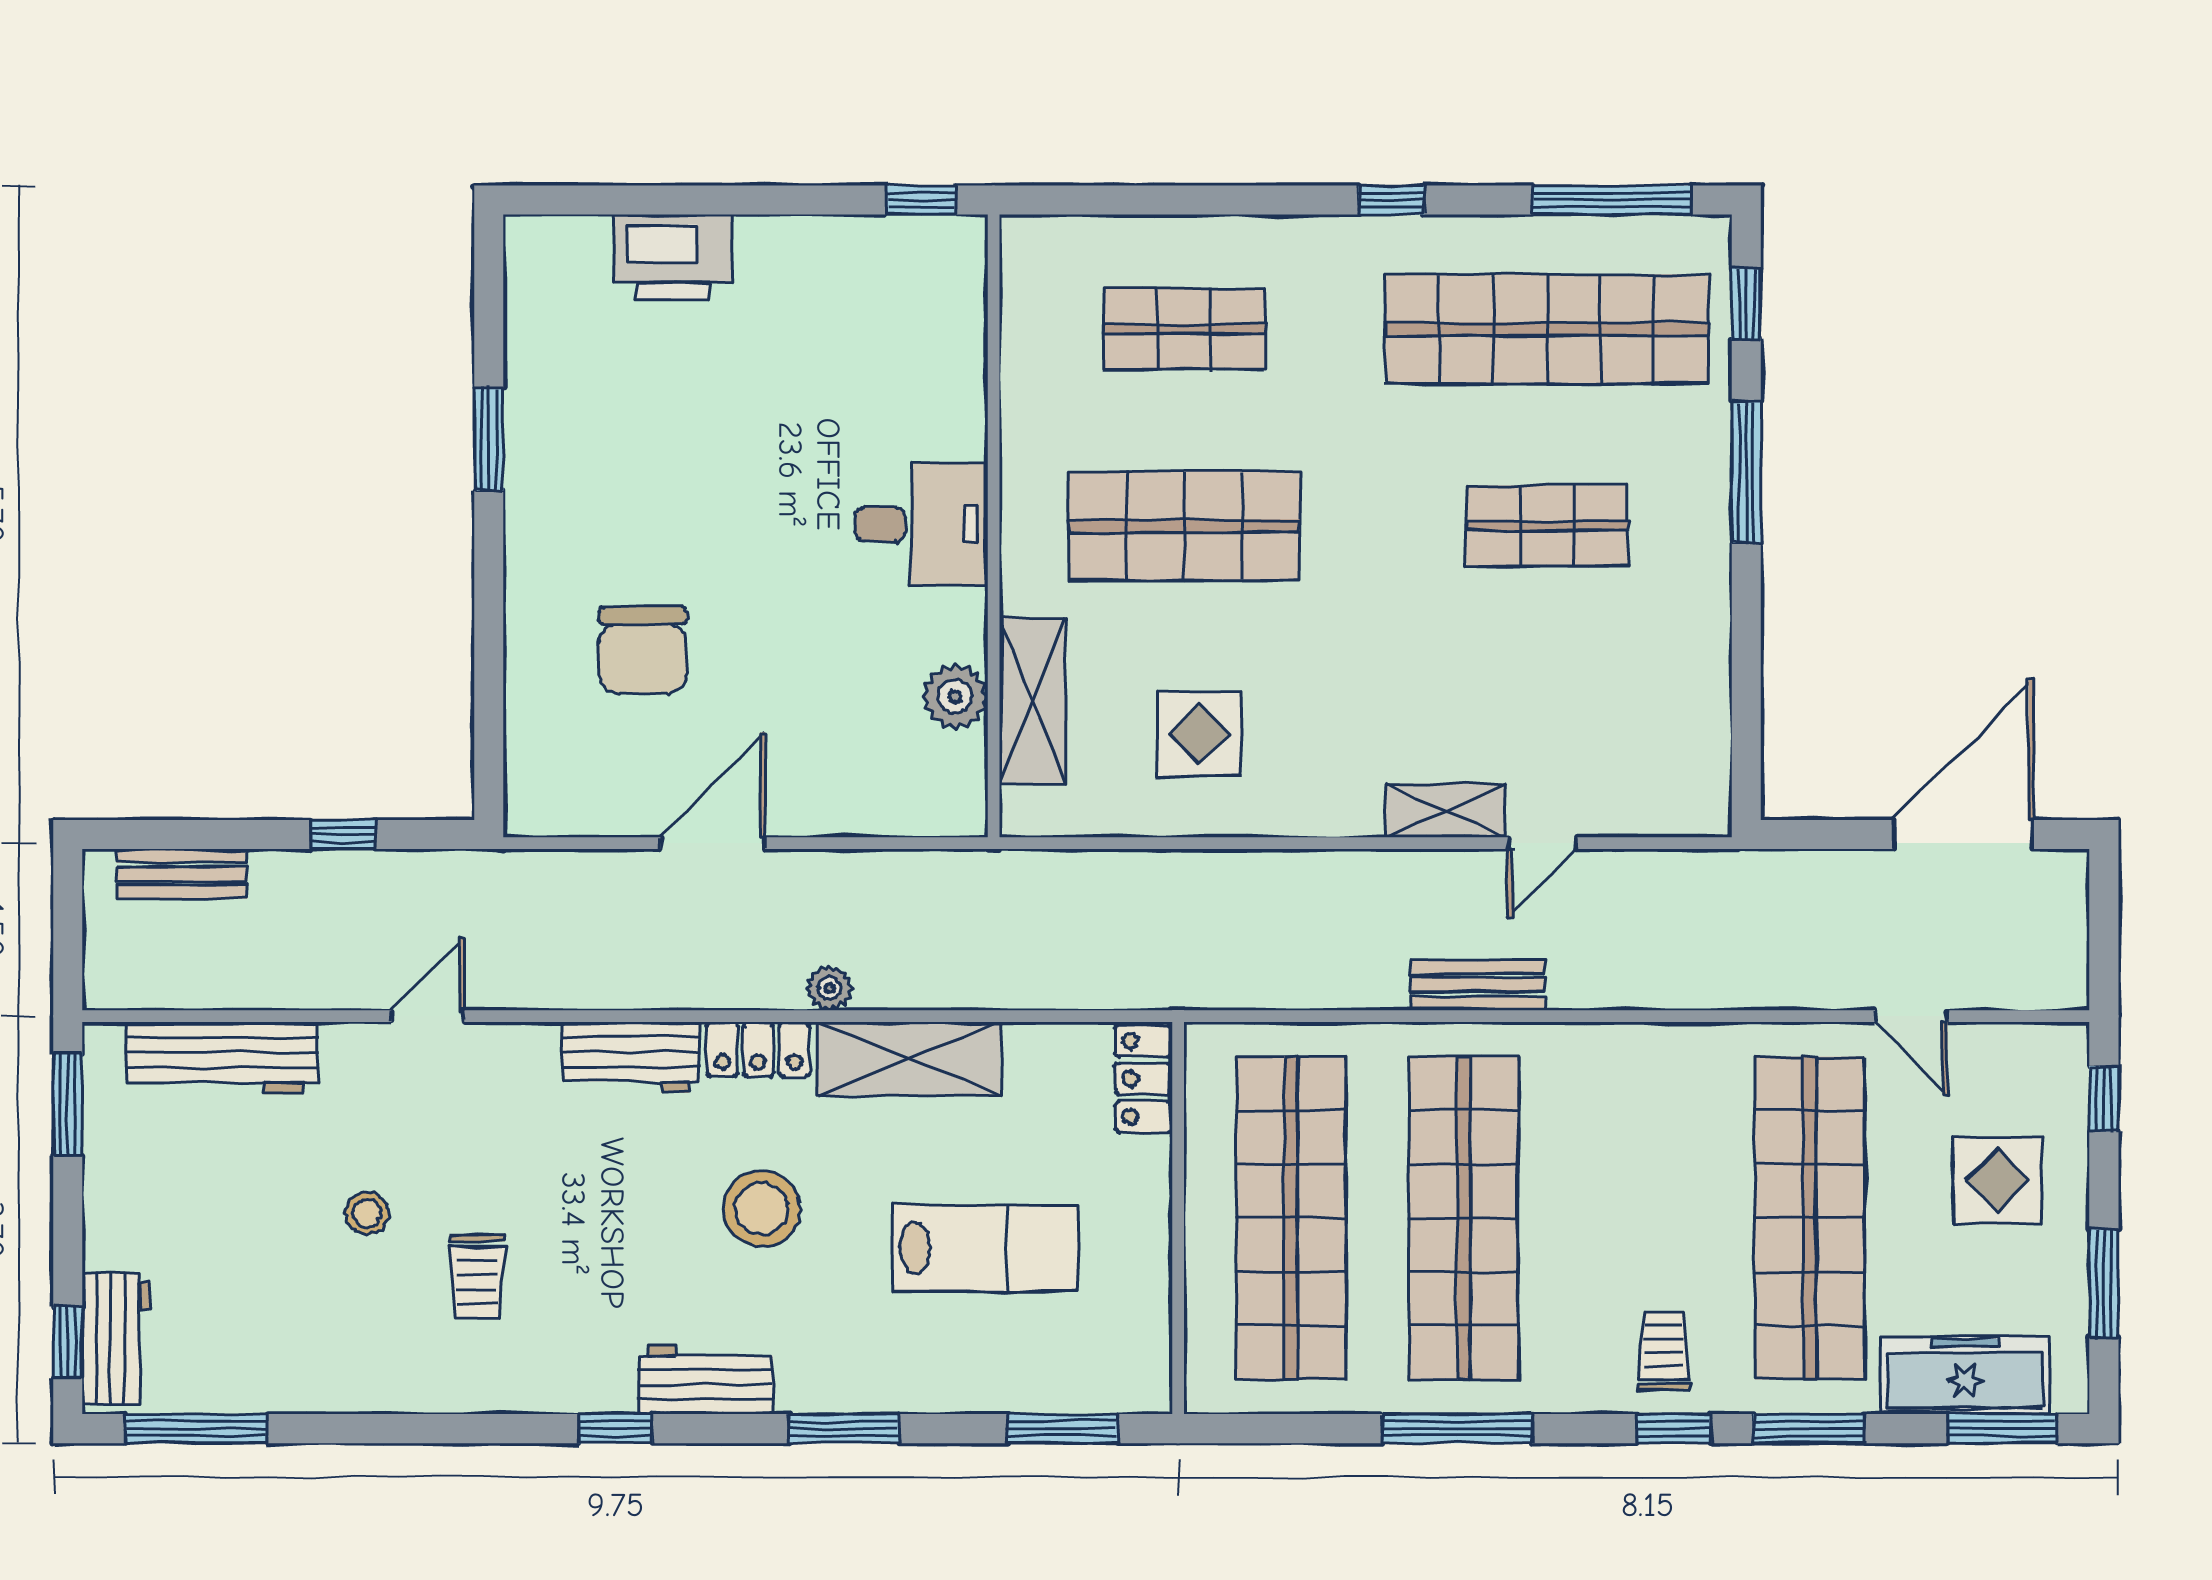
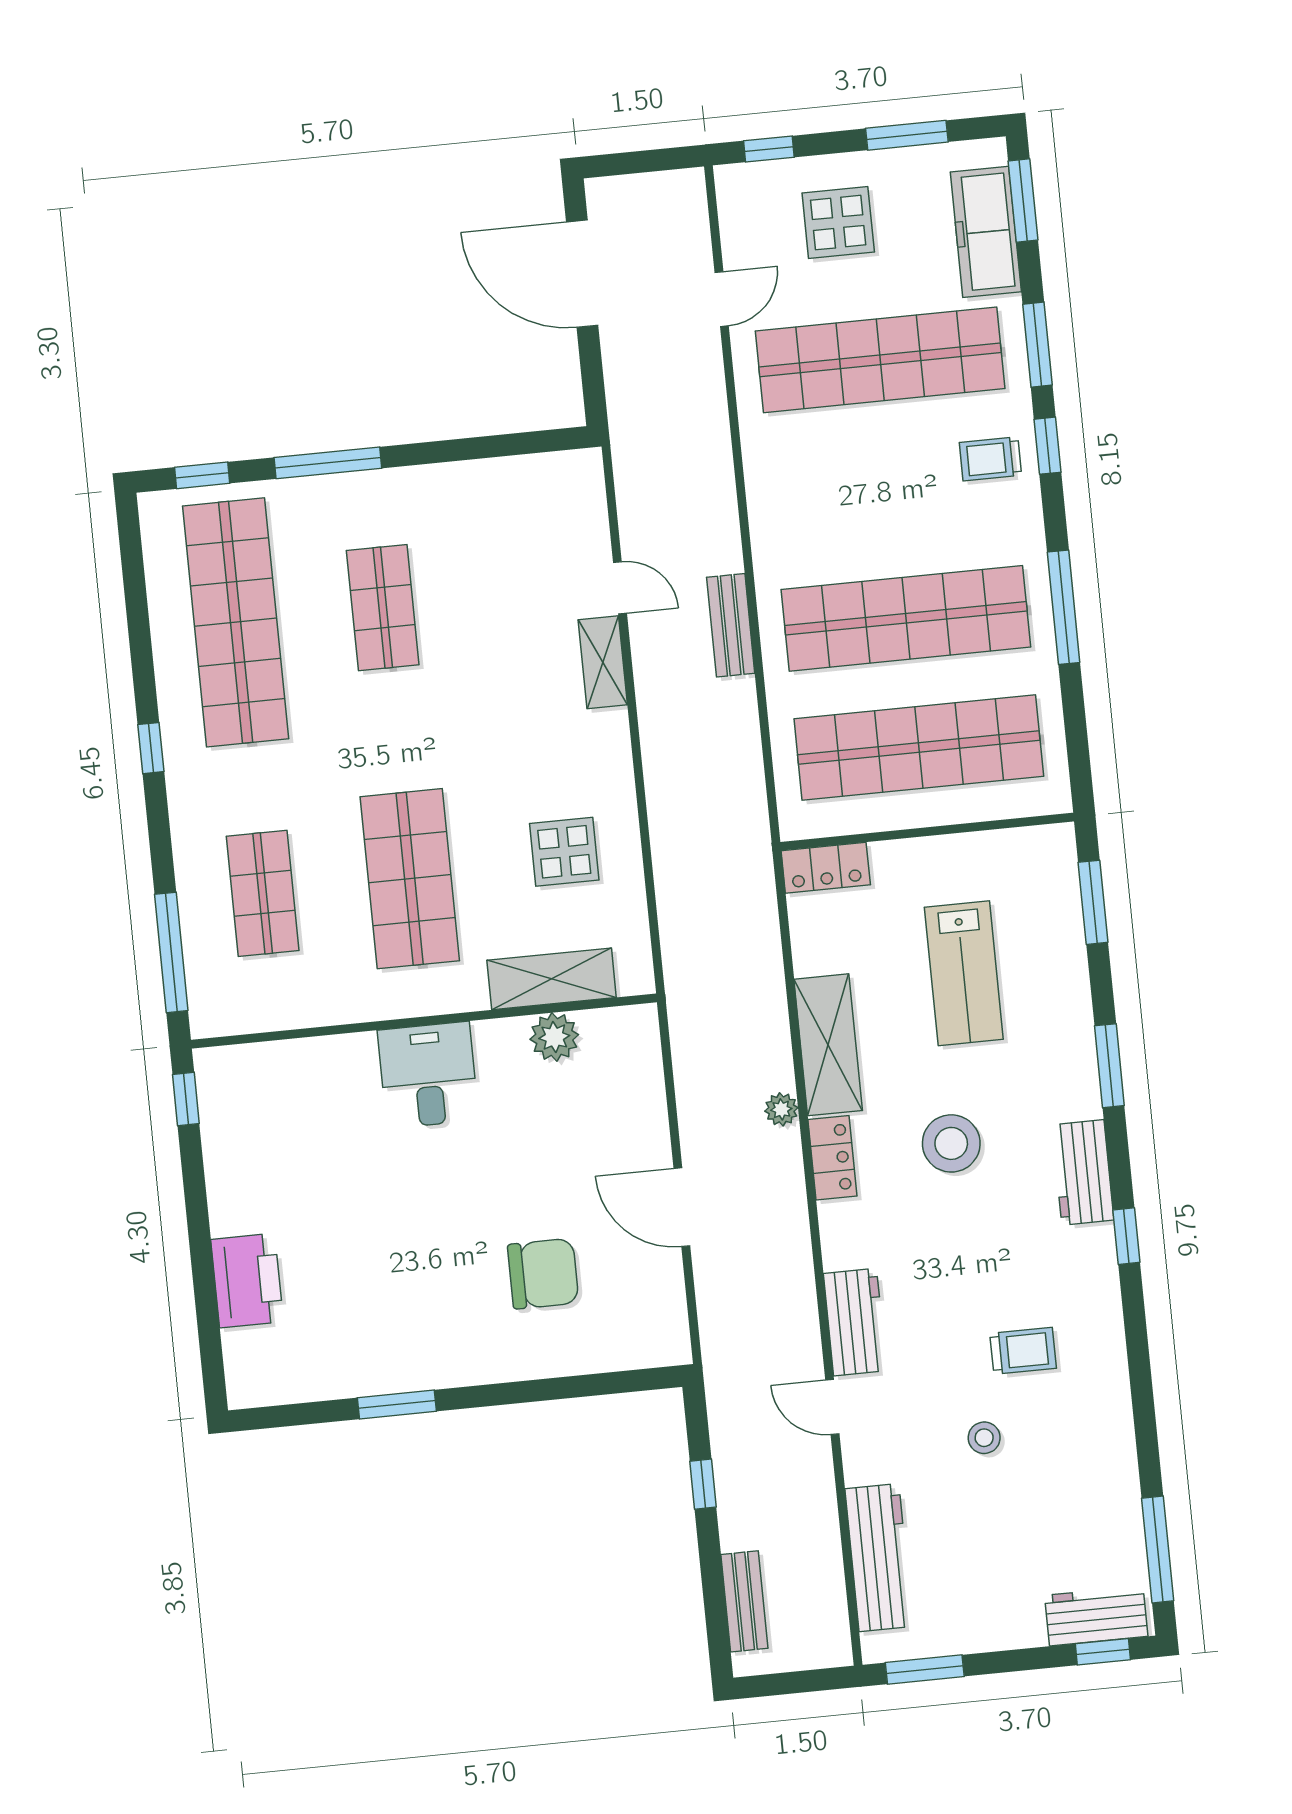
window: (1612, 200) -> (171, 952), moved
workbench: (631, 1057) -> (855, 1322), moved
lab bench: (985, 1248) -> (964, 973), turned 180

